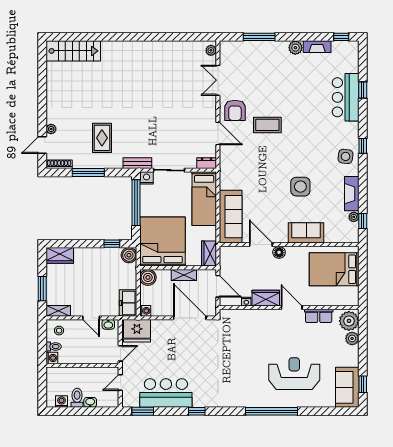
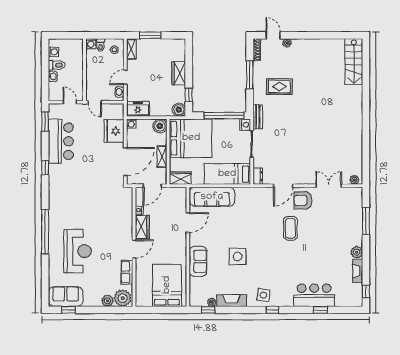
floor lamp: (279, 252) -> (181, 238), removed
wardrobe: (60, 255) -> (179, 73), moved
fridge: (137, 331) -> (114, 131), moved

